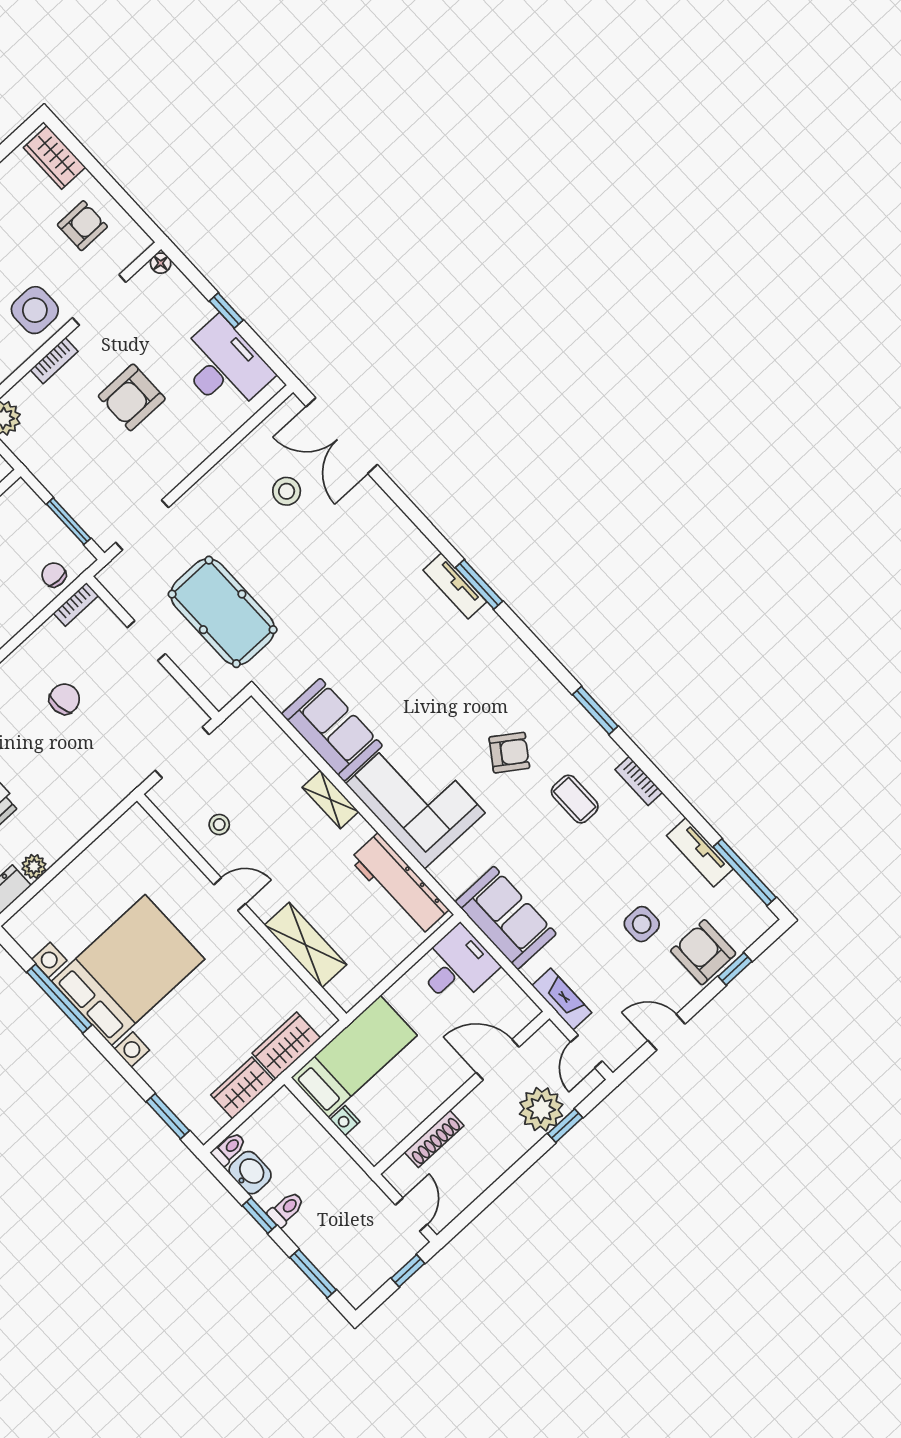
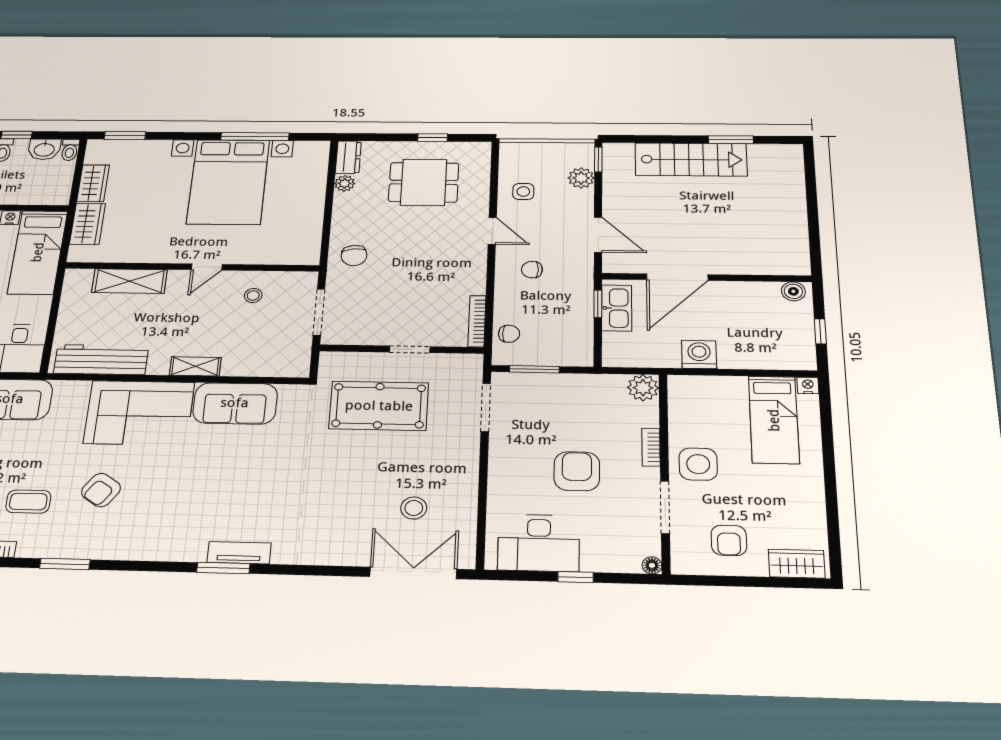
bookcase: (76, 604) -> (477, 321), width x1.56
chair: (64, 699) -> (354, 255), moved

